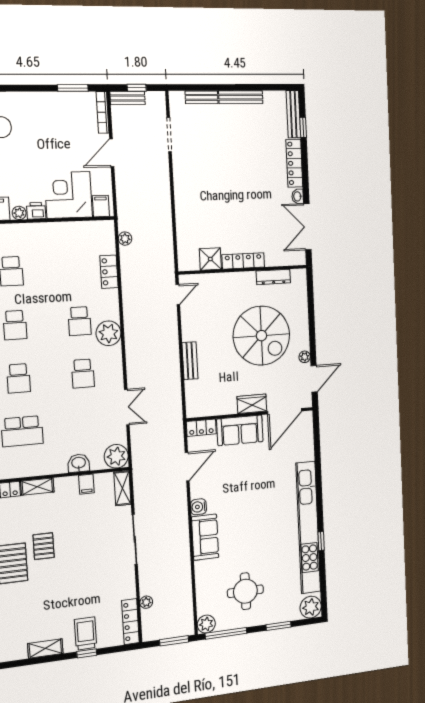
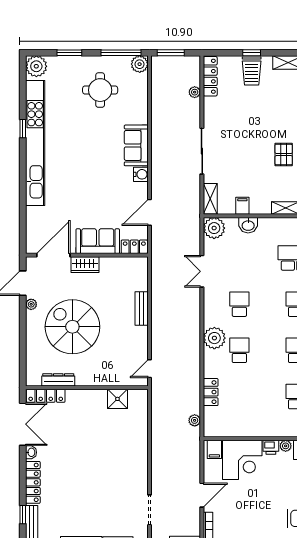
locker: (243, 261) -> (46, 396), moved

